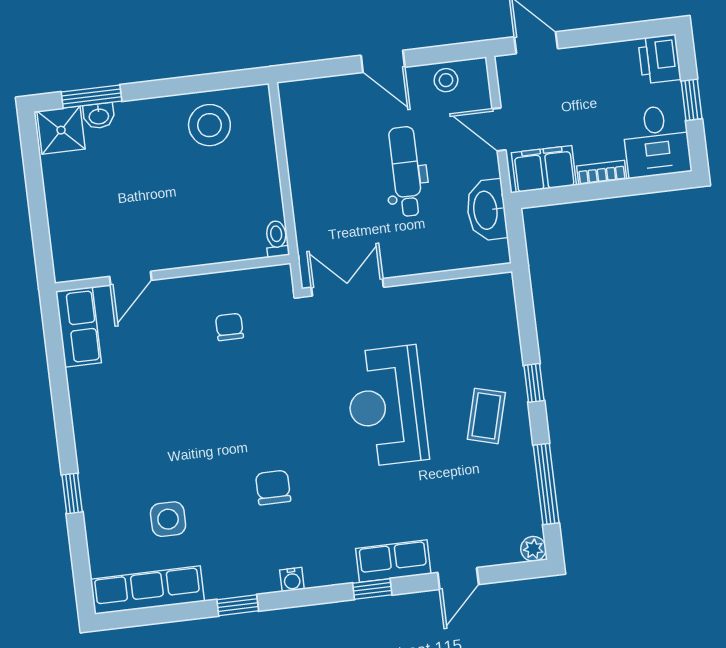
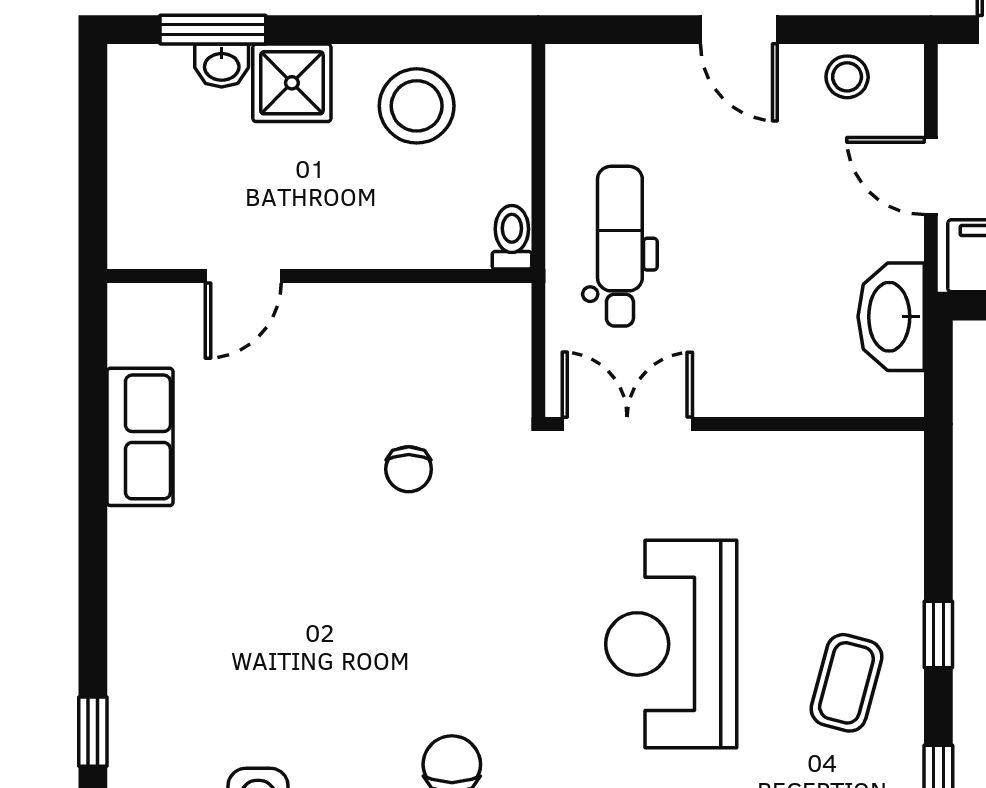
shower: (61, 130) -> (292, 83), moved
dental chair: (406, 172) -> (620, 246), moved
toilet: (277, 239) -> (512, 237), moved
wall: (173, 273) -> (319, 276), moved
door: (131, 278) -> (243, 276), moved
chair: (229, 327) -> (409, 469), turned 180

